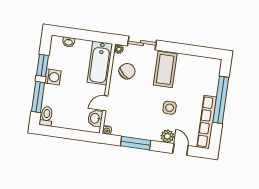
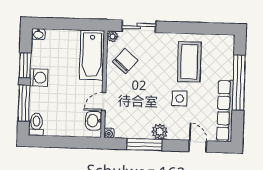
washbasin: (69, 42) -> (38, 34), moved
coffee table: (165, 69) -> (189, 62), moved
plant: (167, 136) -> (160, 132), moved

